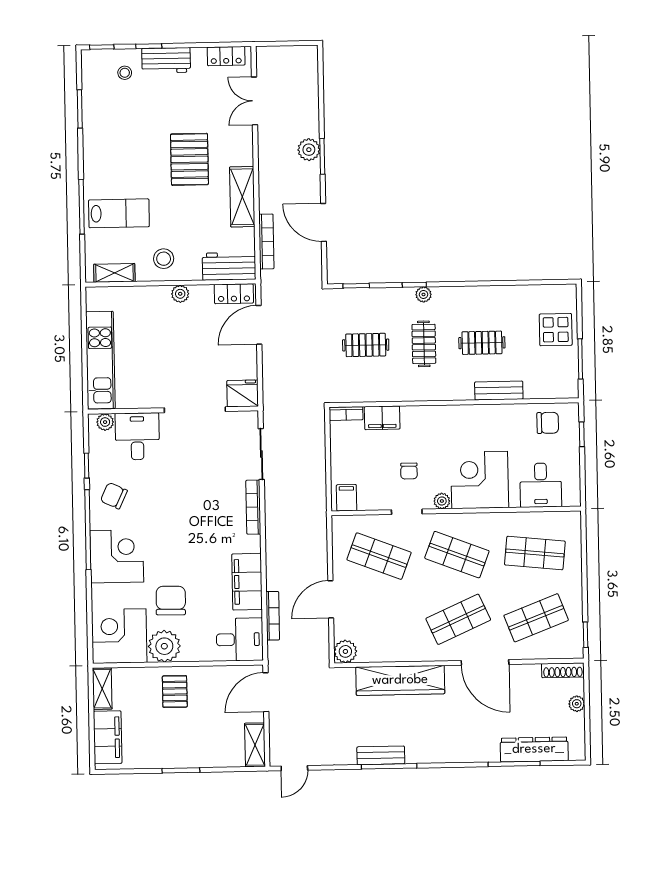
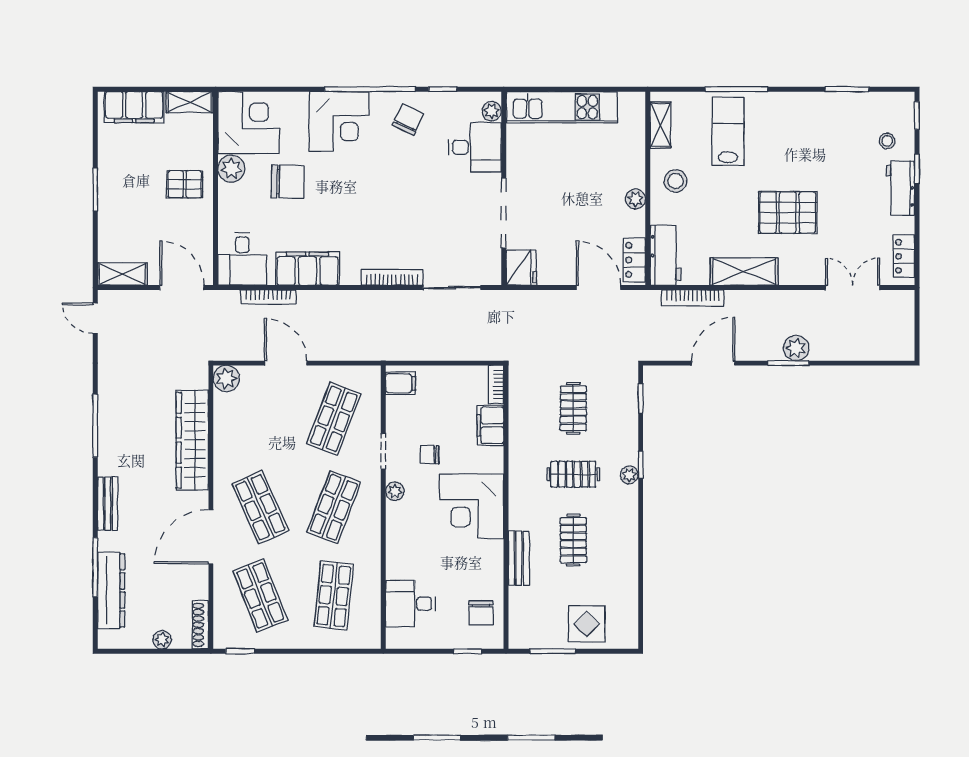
lab bench: (119, 213) -> (728, 131), turned 180
corner desk: (480, 480) -> (471, 506), moved, turned 180
plant: (164, 646) -> (231, 169), width x0.73, depth x0.73
bench: (381, 755) -> (108, 504), moved

